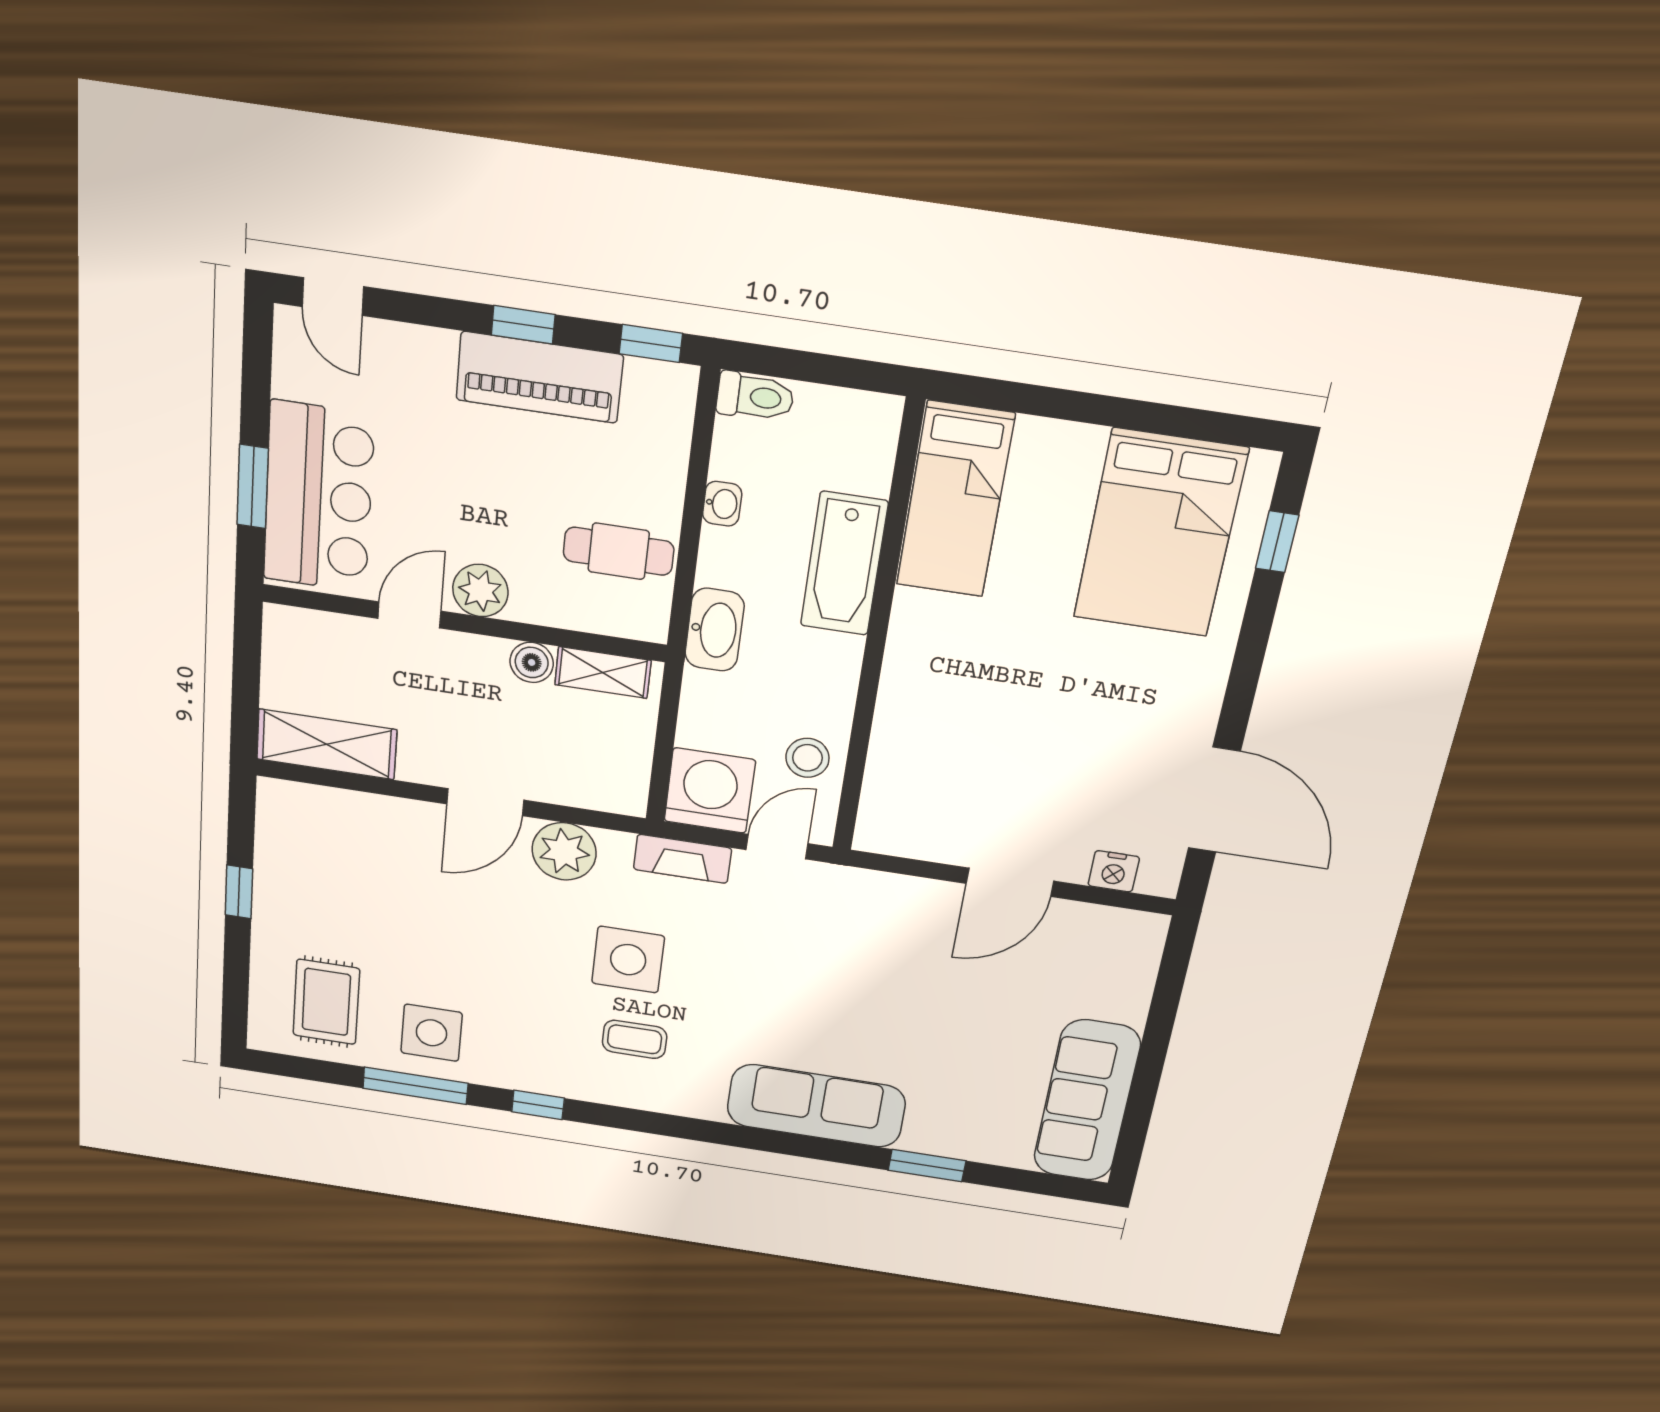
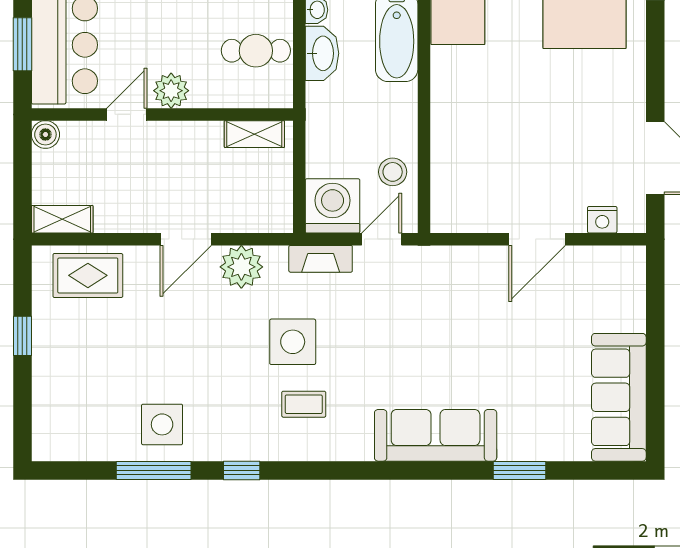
washbasin: (715, 630) -> (322, 53), moved
boiler: (532, 662) -> (45, 134), moved
shelving: (327, 744) -> (62, 219), width x0.67, depth x0.75
rug: (326, 1002) -> (88, 275), moved, turned 90

